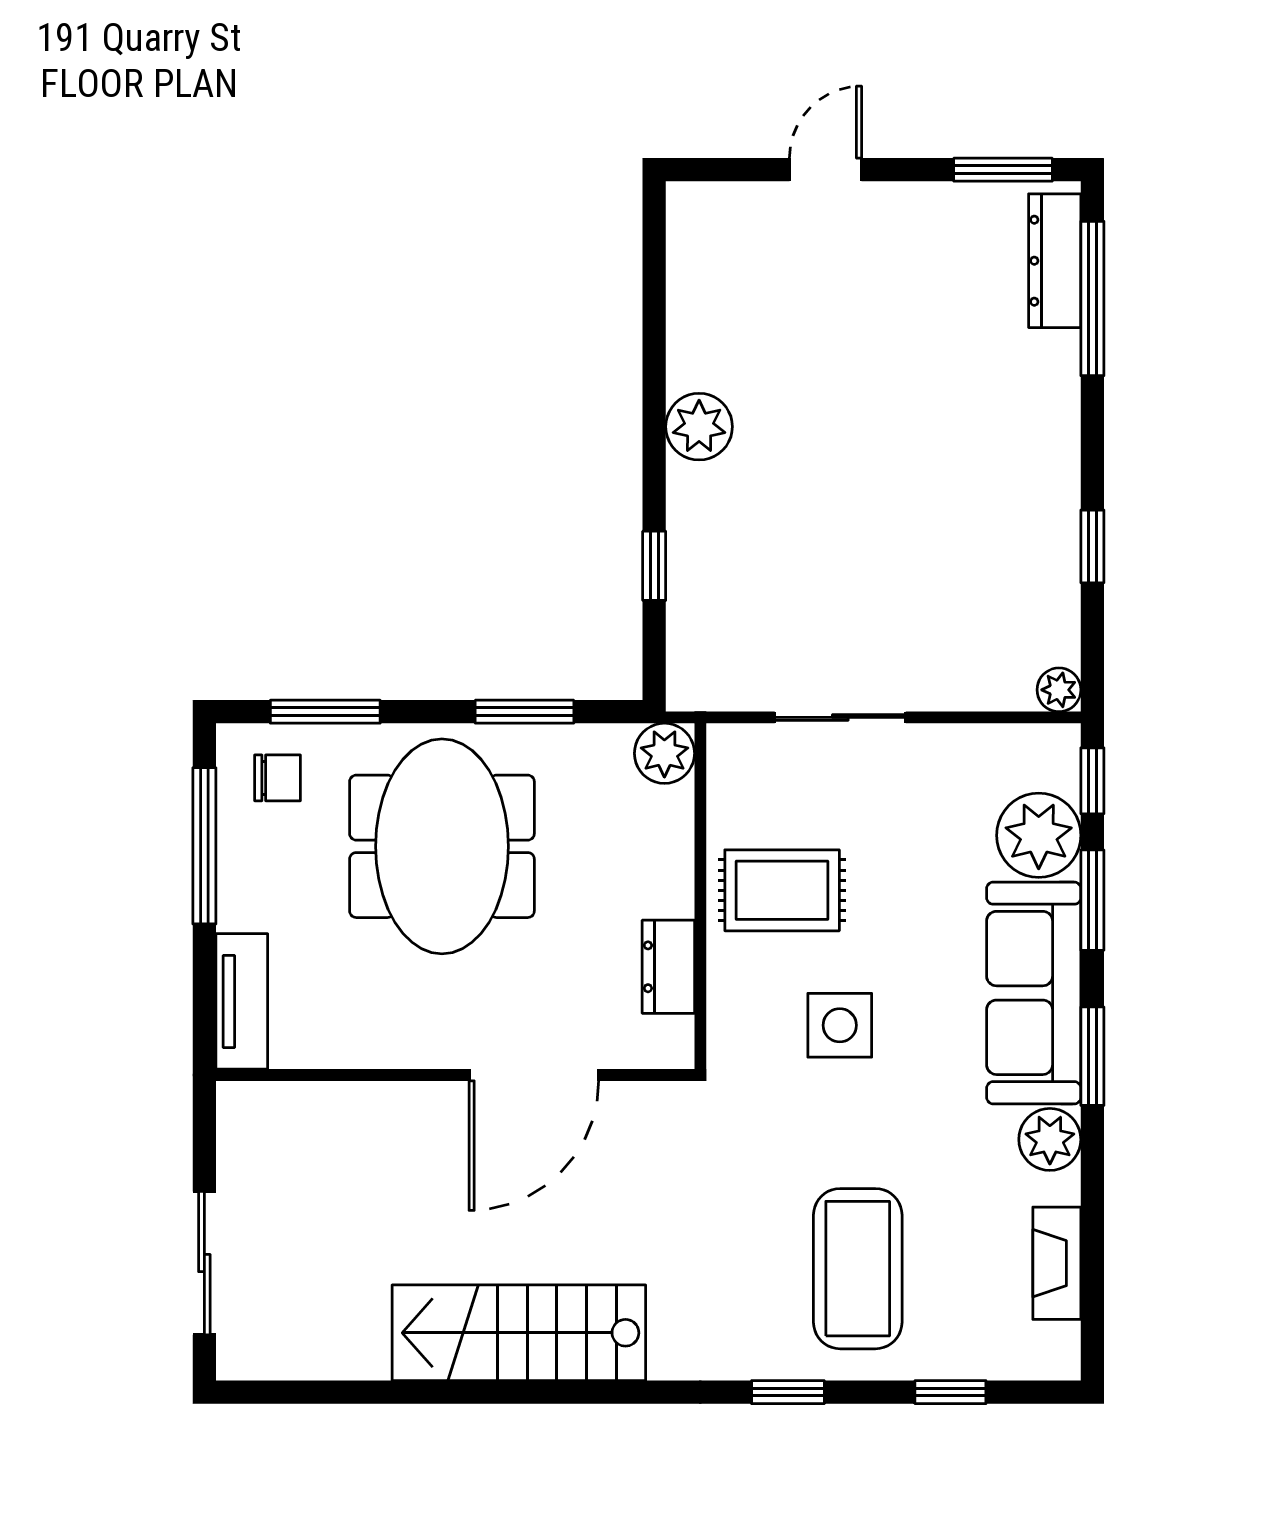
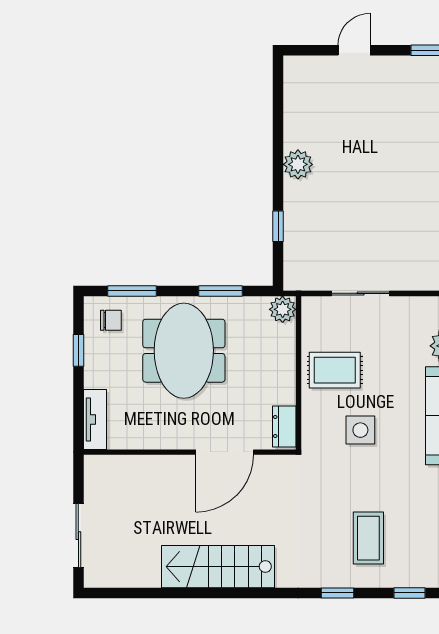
window: (204, 846) -> (78, 350), width x0.46
dresser: (668, 967) -> (284, 426), moved
coffee table: (858, 1269) -> (368, 538), width x0.73, depth x0.76

